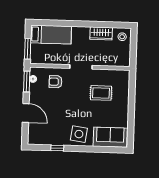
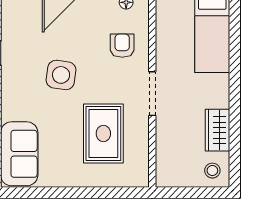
rug: (101, 93) -> (103, 133), width x1.36, depth x1.43
side table: (79, 134) -> (61, 75), moved

